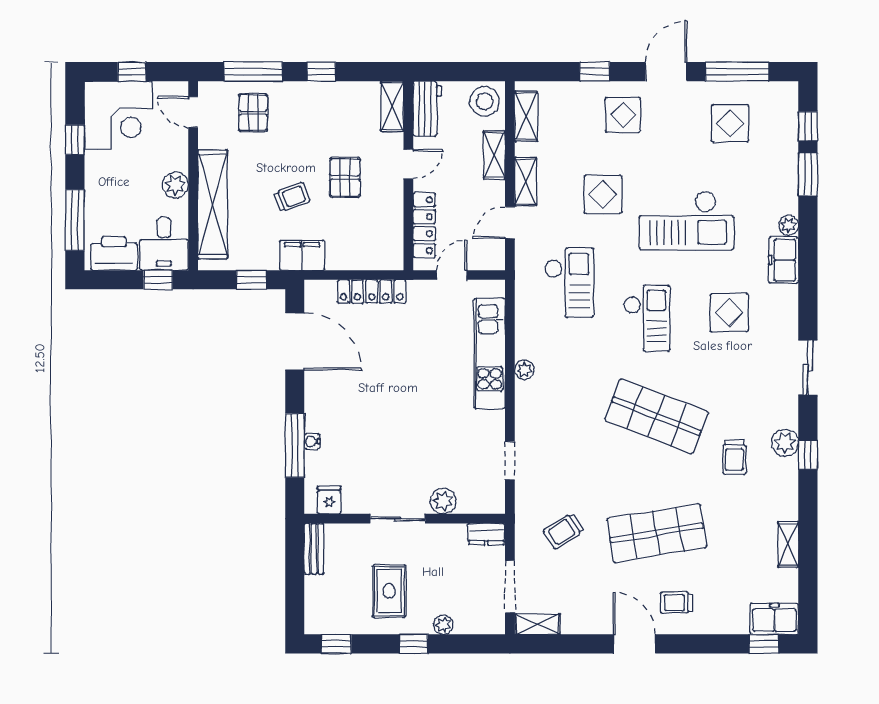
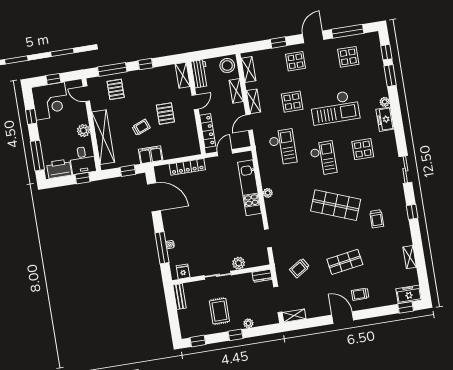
plant: (785, 443) -> (400, 208), removed
shop shelf: (657, 533) -> (345, 262), width x0.70, depth x0.74

